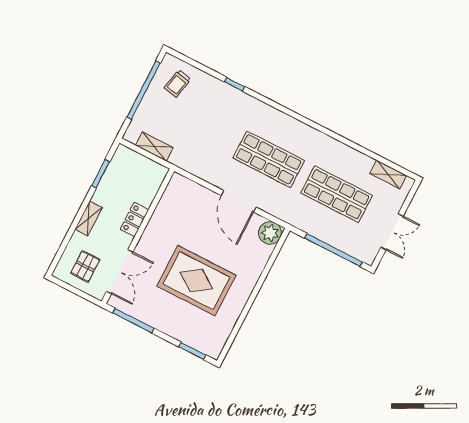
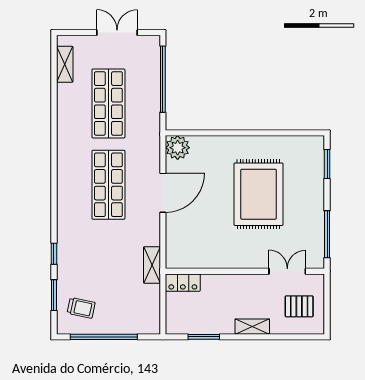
window: (200, 66) -> (54, 295), added
shelving: (154, 146) -> (152, 265), moved
locker: (134, 220) -> (183, 283), moved
double door: (120, 272) -> (287, 271), width x0.73

